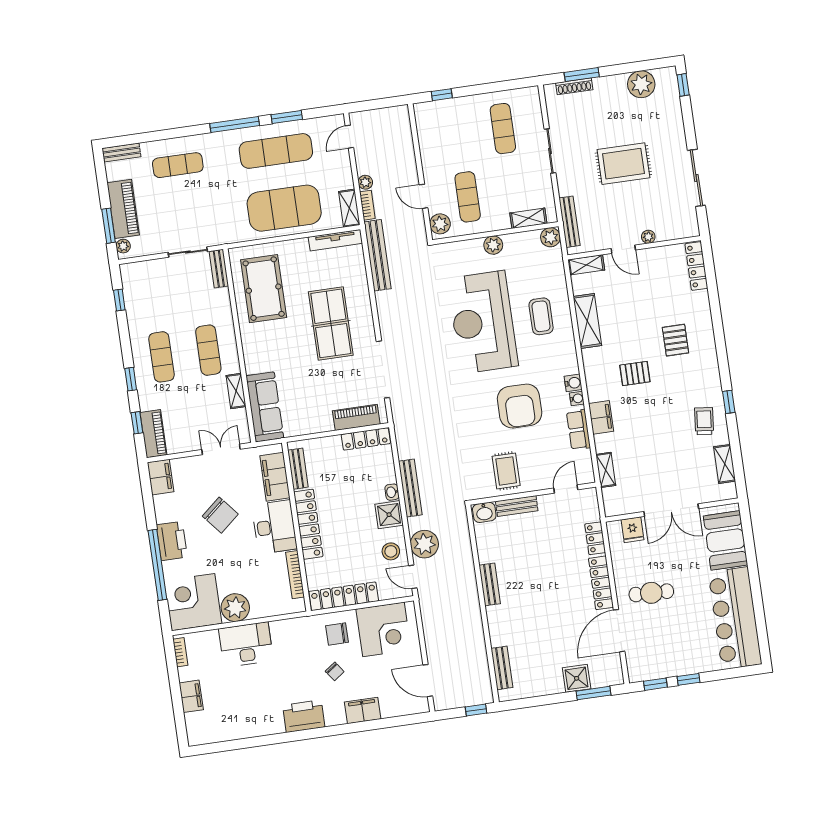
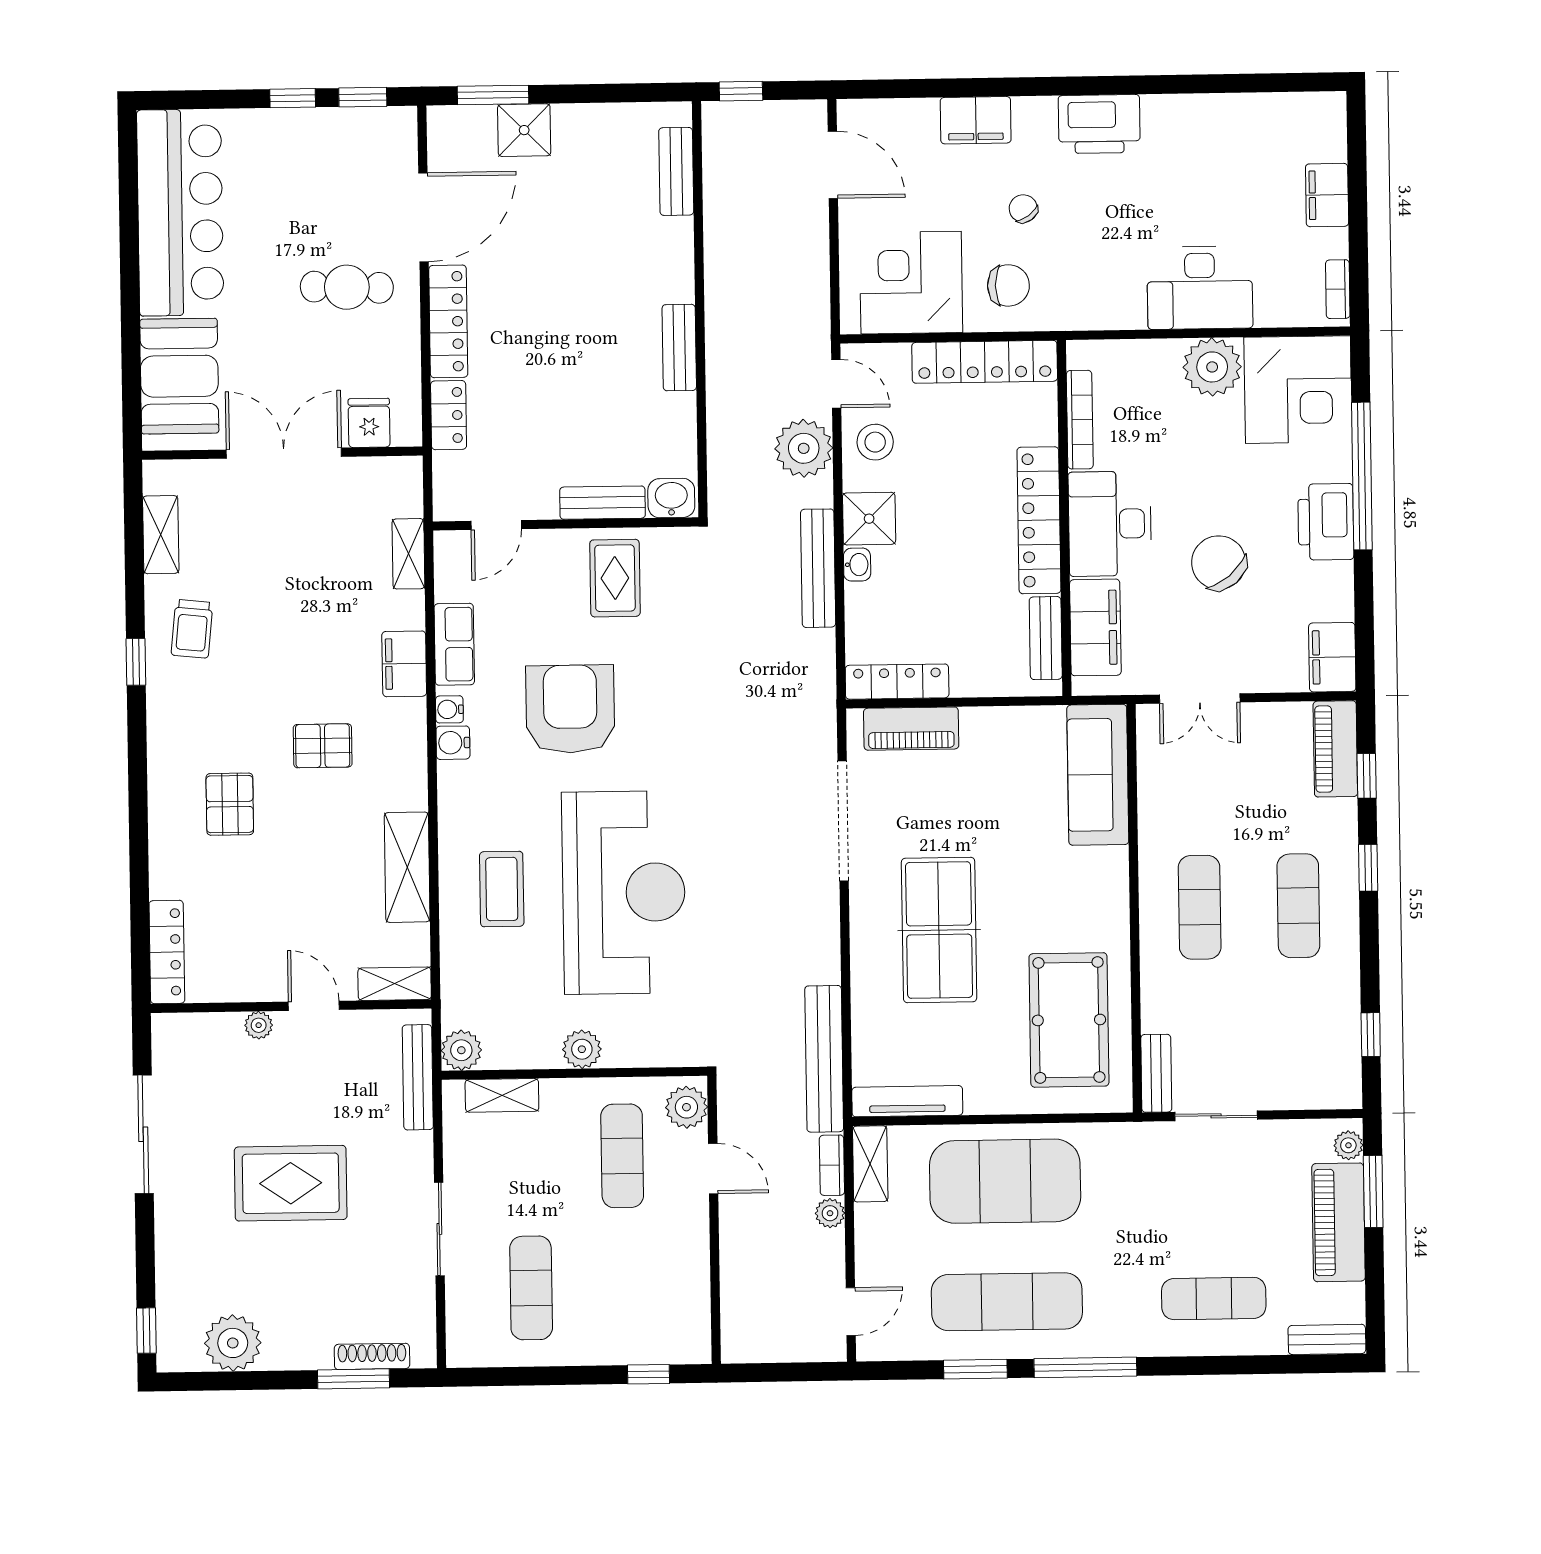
shelving: (236, 391) -> (1153, 815), removed

